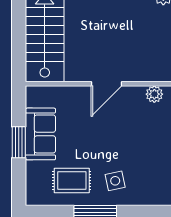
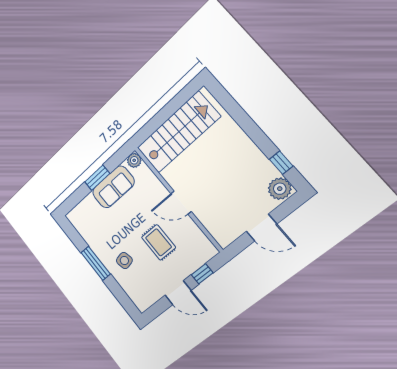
plant: (154, 94) -> (134, 160), moved
rug: (72, 180) -> (159, 242), moved

